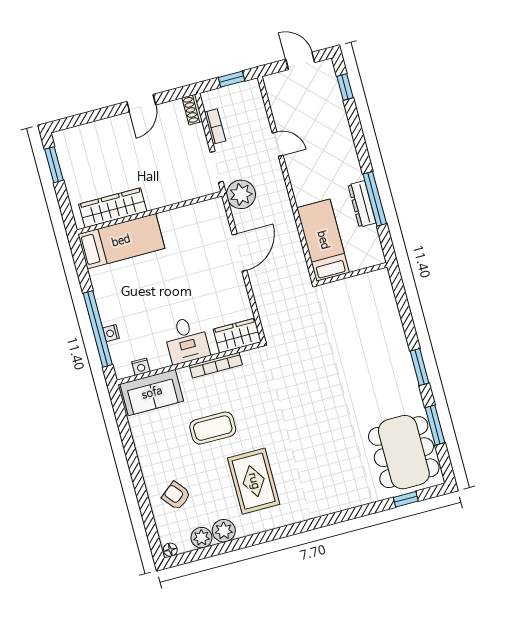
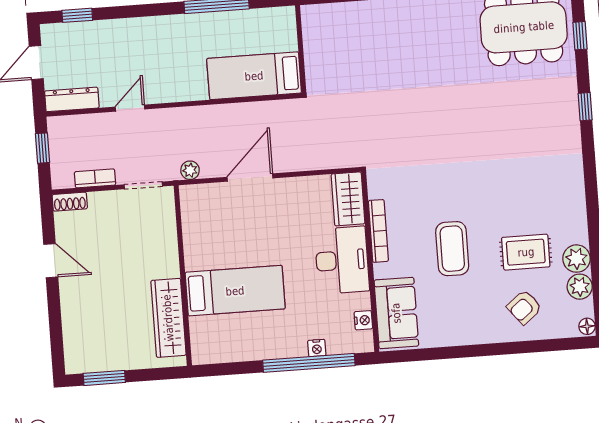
plant: (241, 194) -> (190, 170), width x0.53, depth x0.53
dresser: (362, 204) -> (72, 99), moved, turned 180
bed: (121, 241) -> (235, 291), moved, turned 90
door: (240, 253) -> (250, 178), hinge flipped
desk: (186, 340) -> (342, 260), width x1.37
rug: (254, 481) -> (526, 252), moved, width x0.73, depth x0.70
window: (349, 514) -> (585, 107), added

